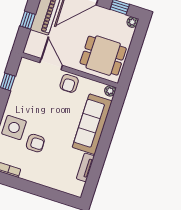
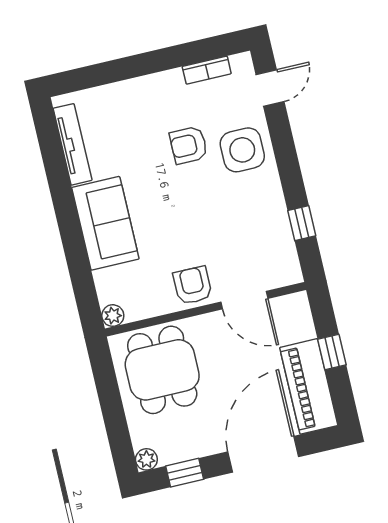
dining table: (103, 56) -> (162, 370), turned 90
sofa: (92, 124) -> (105, 223), width x0.73
tv unit: (85, 167) -> (73, 144), width x1.41

